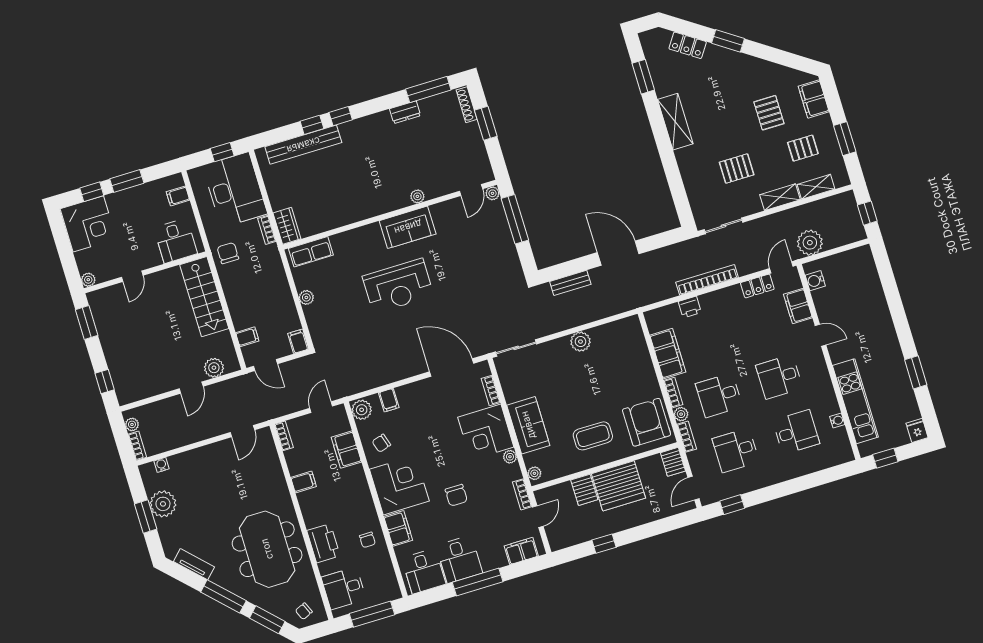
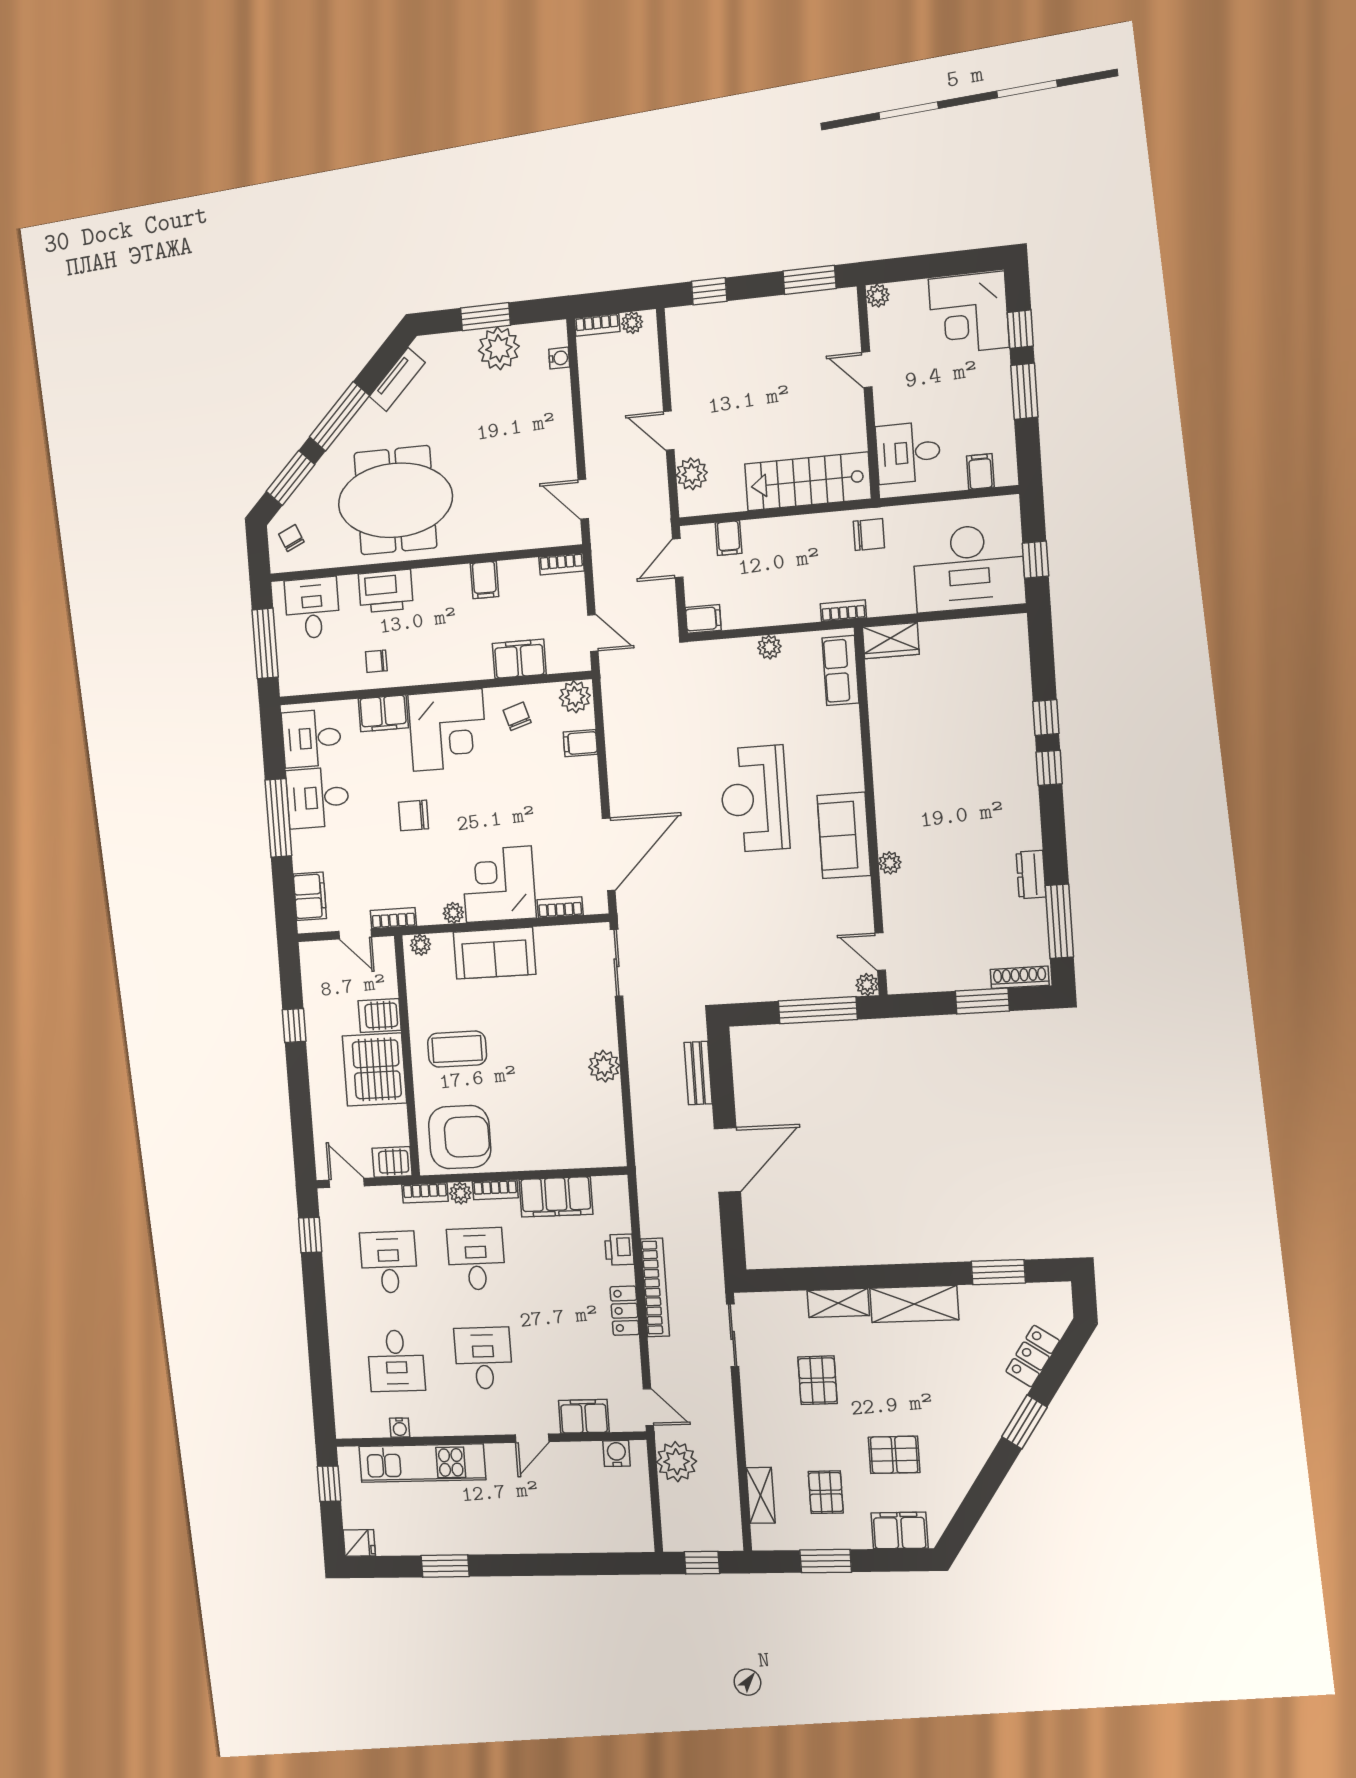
bench: (303, 145) -> (1017, 696), removed
shelving: (780, 197) -> (838, 1303), moved, turned 90
bookcase: (267, 230) -> (843, 611), moved
locker: (757, 286) -> (625, 1311), moved
coffee table: (593, 436) -> (457, 1049), turned 90

